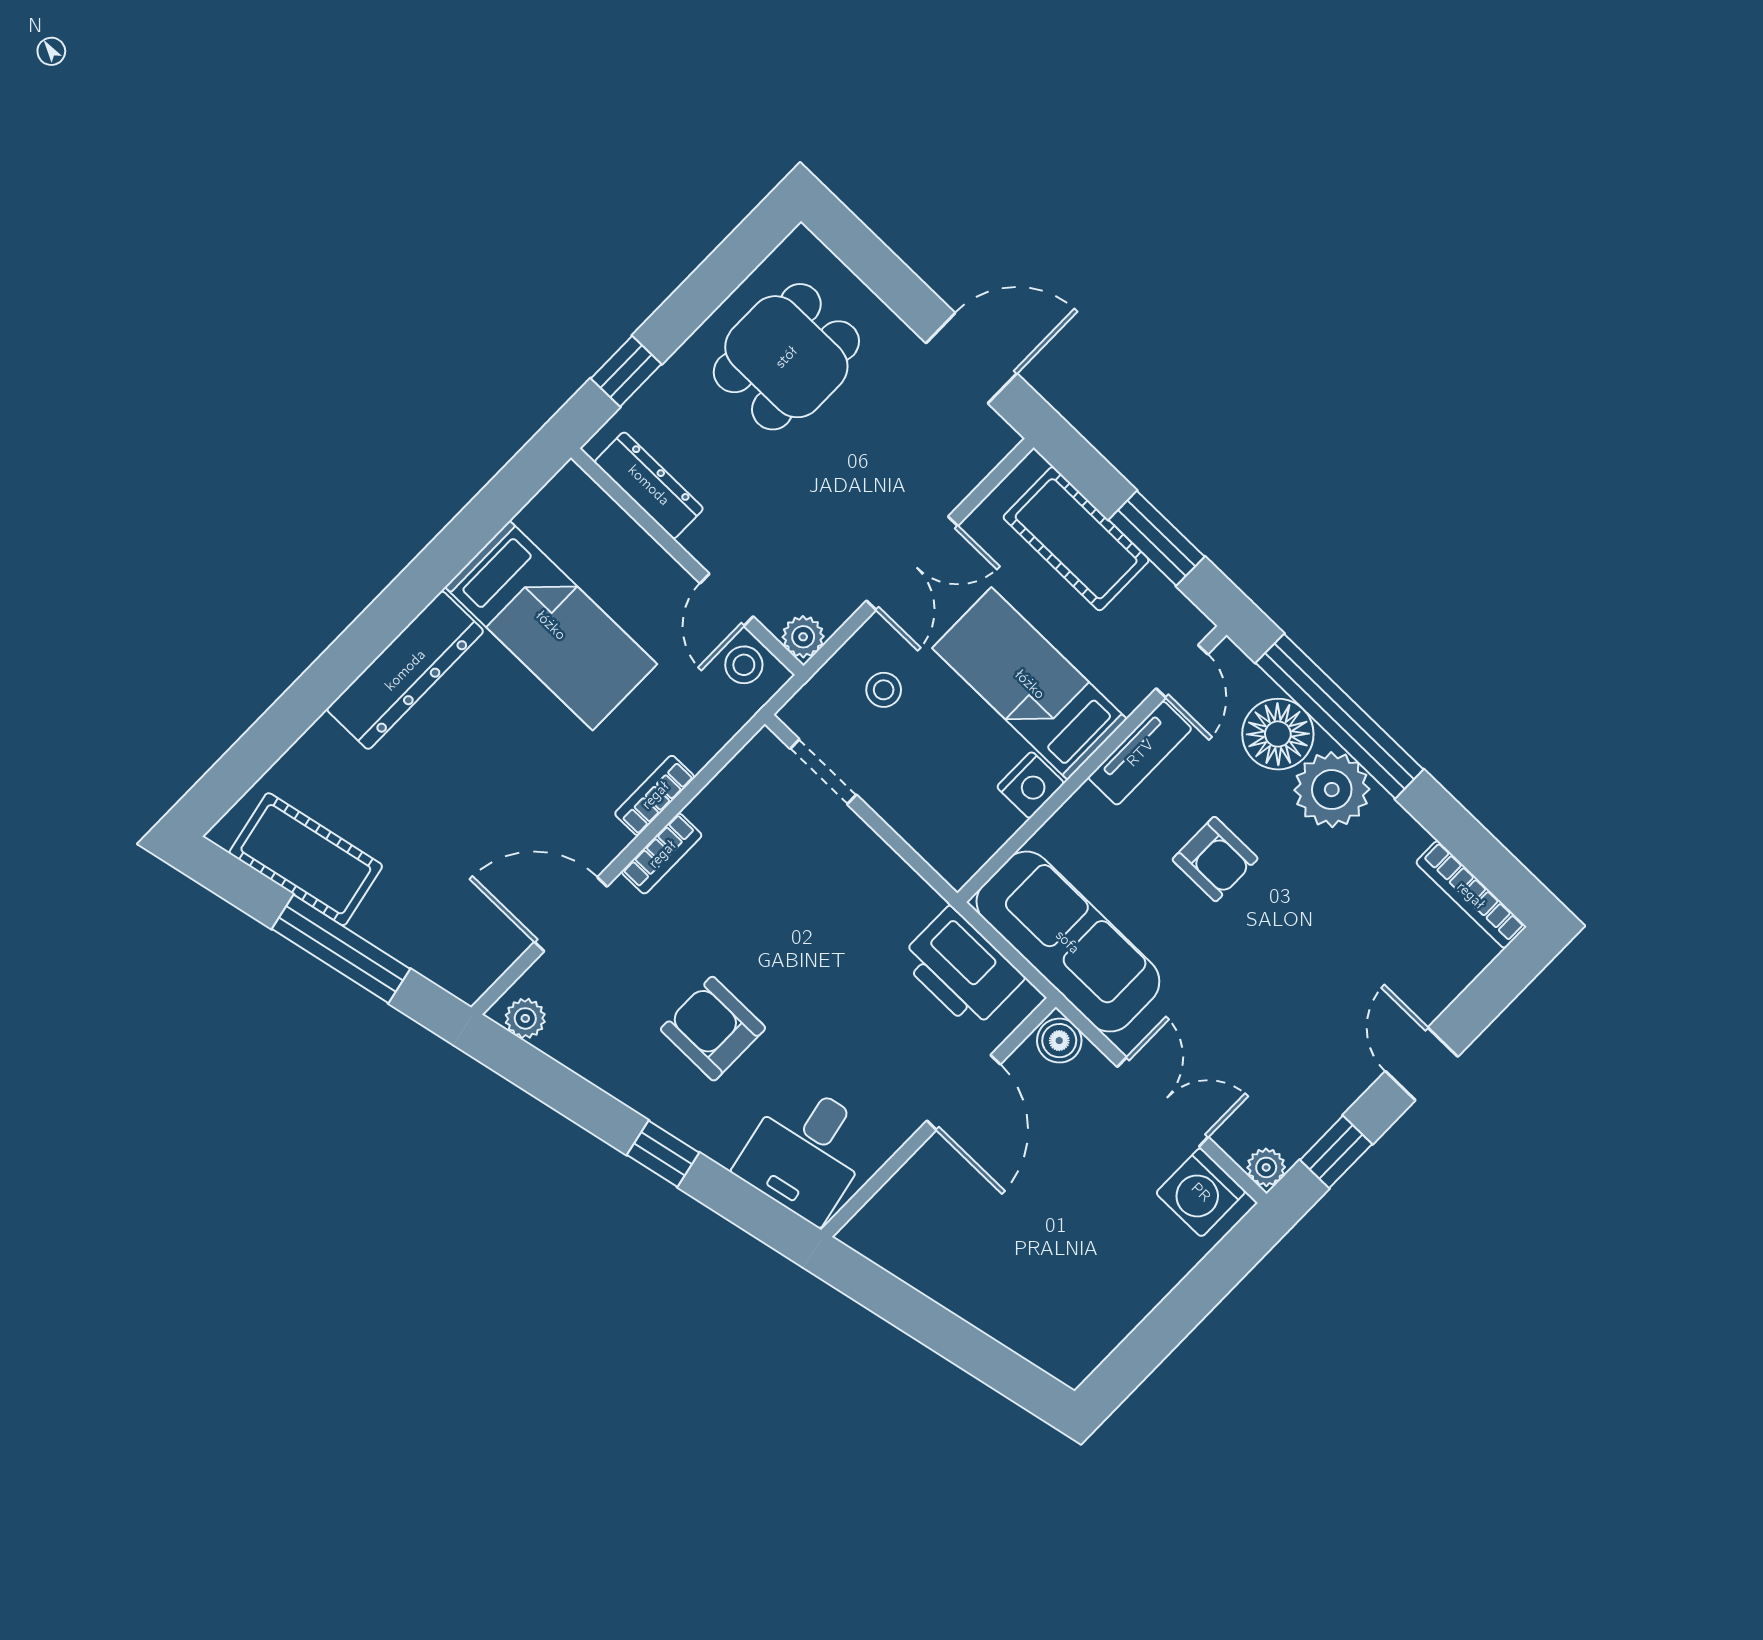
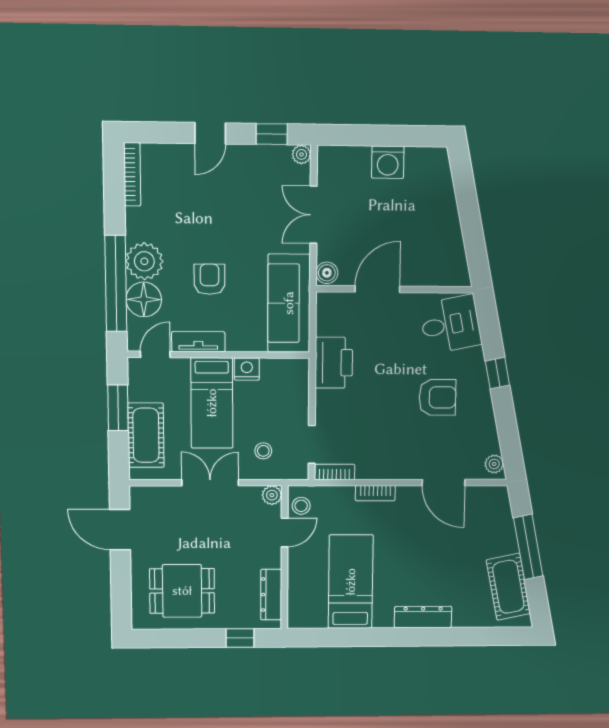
dresser: (405, 670) -> (423, 617), width x0.73, depth x0.80
bookcase: (662, 854) -> (334, 472), moved
printer: (962, 968) -> (334, 363), moved
armchair: (713, 1029) -> (437, 397), turned -90
washing machine: (1201, 1192) -> (388, 162), moved, turned 90

